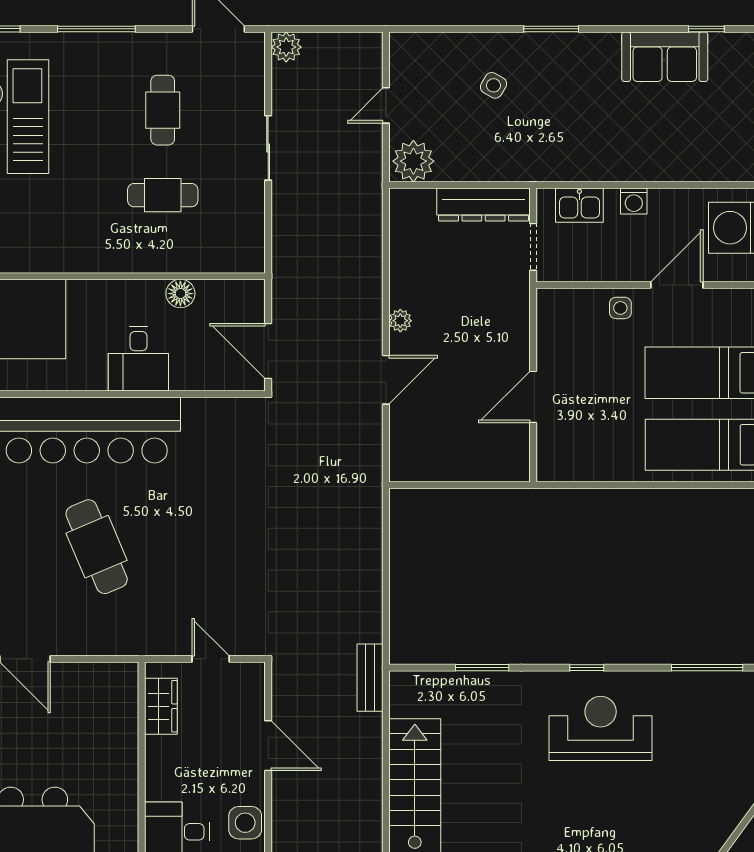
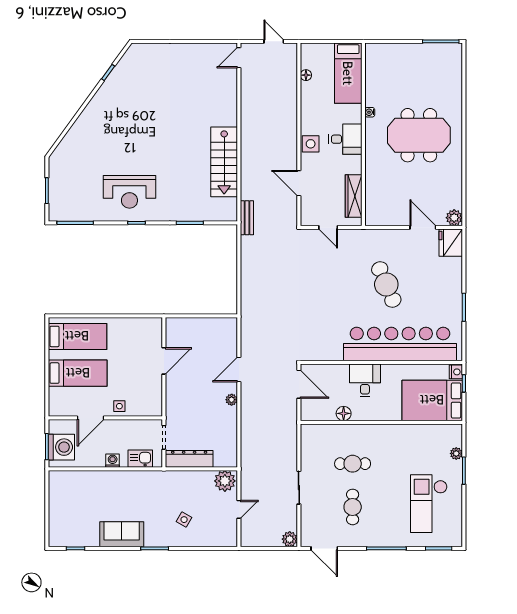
sofa: (665, 57) -> (122, 534), moved
wardrobe: (161, 706) -> (354, 196), width x1.50

